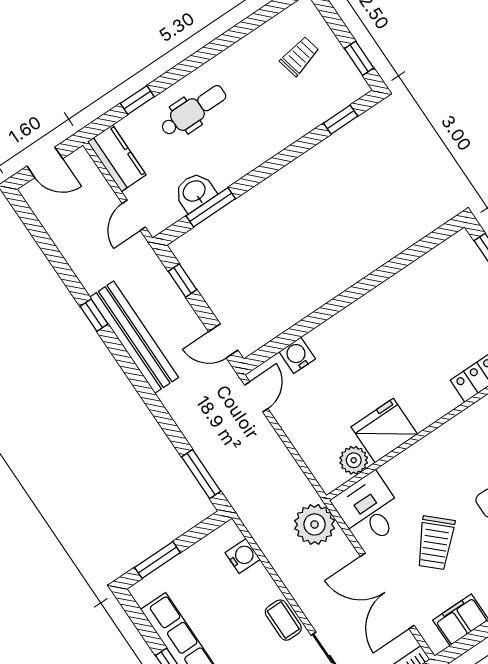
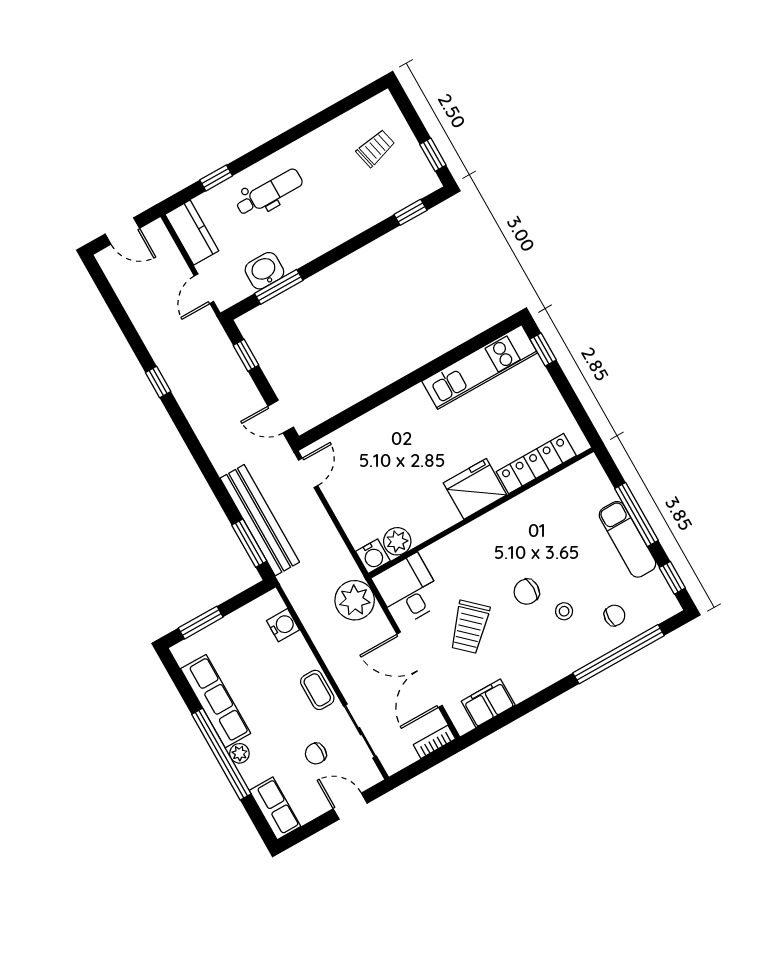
kitchen unit: (425, 274) -> (480, 367), added
bench: (134, 337) -> (260, 520), moved
water cooler: (297, 355) -> (373, 556), moved, turned 180
fridge: (384, 430) -> (475, 489), moved

